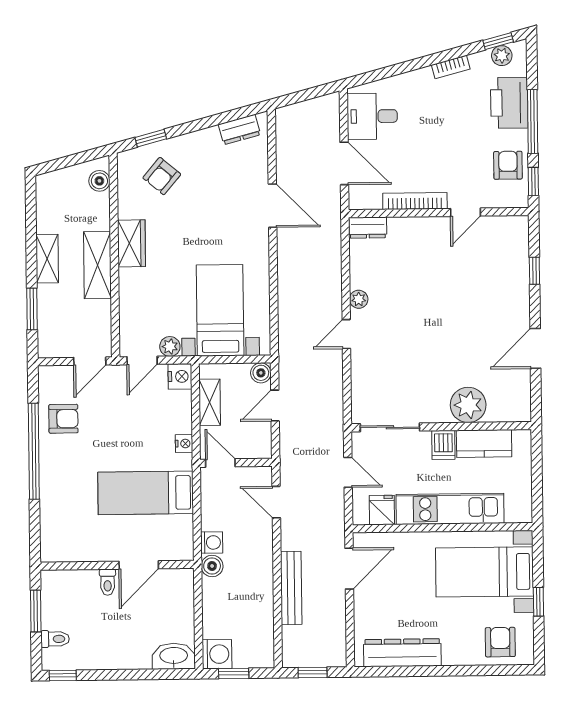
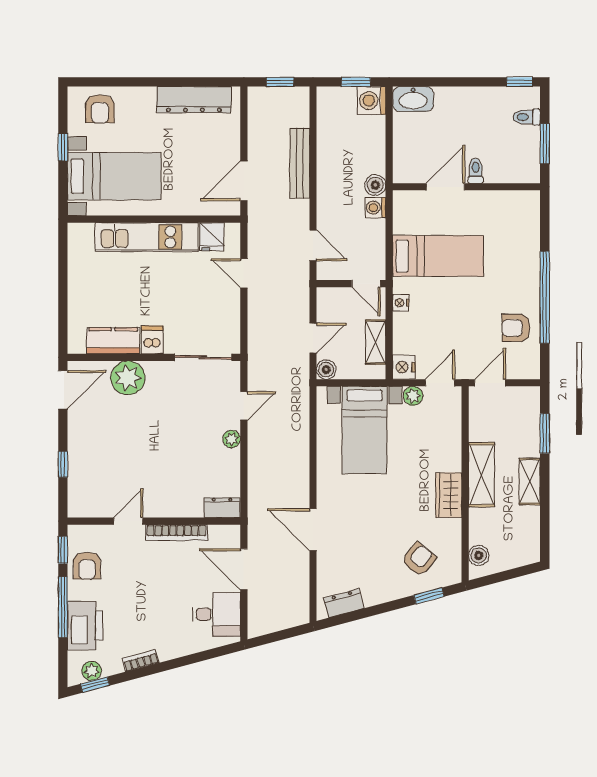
plant: (468, 405) -> (128, 378), moved
sliding door: (390, 427) -> (203, 357), moved
wall: (441, 427) -> (154, 357), moved
kitchen counter: (484, 443) -> (113, 341), moved
dishwasher: (443, 445) -> (152, 340), moved

